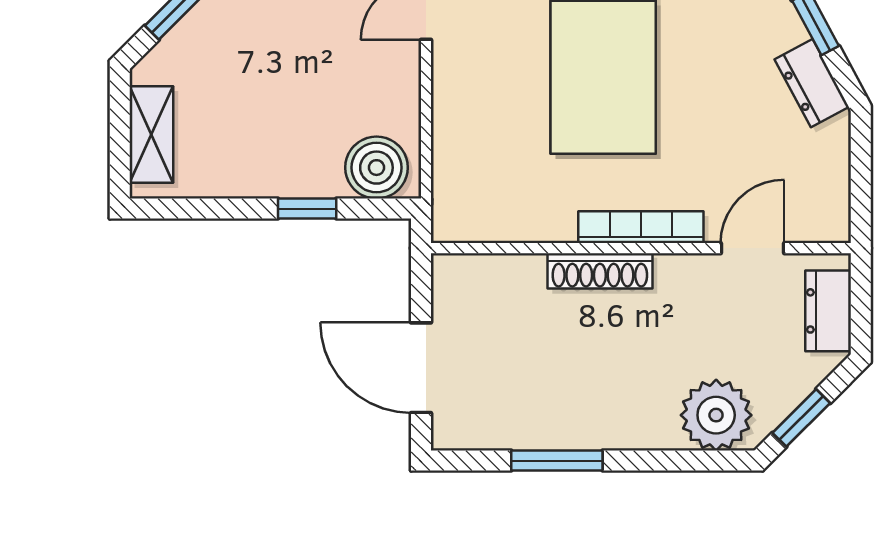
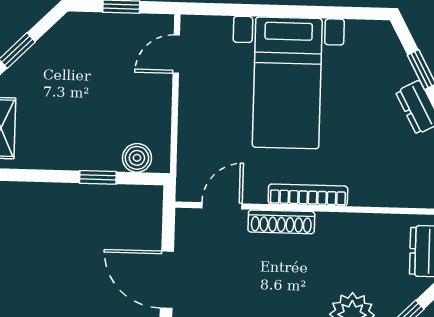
boiler: (376, 168) -> (137, 158), width x0.73, depth x0.73
door: (752, 248) -> (222, 206), moved

